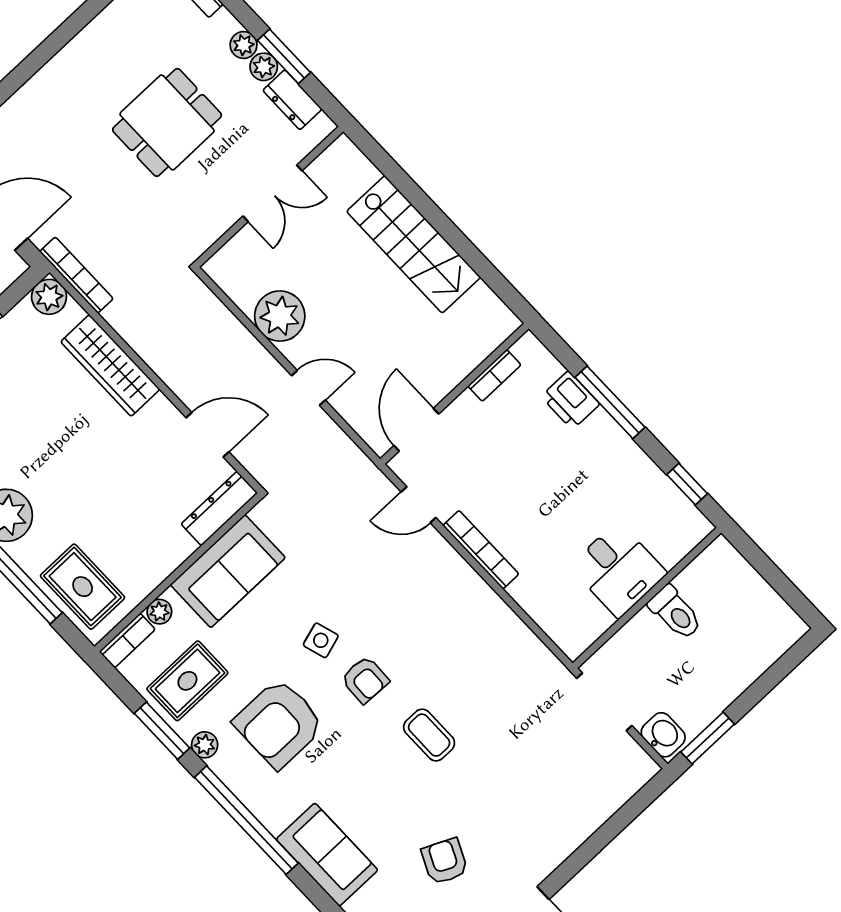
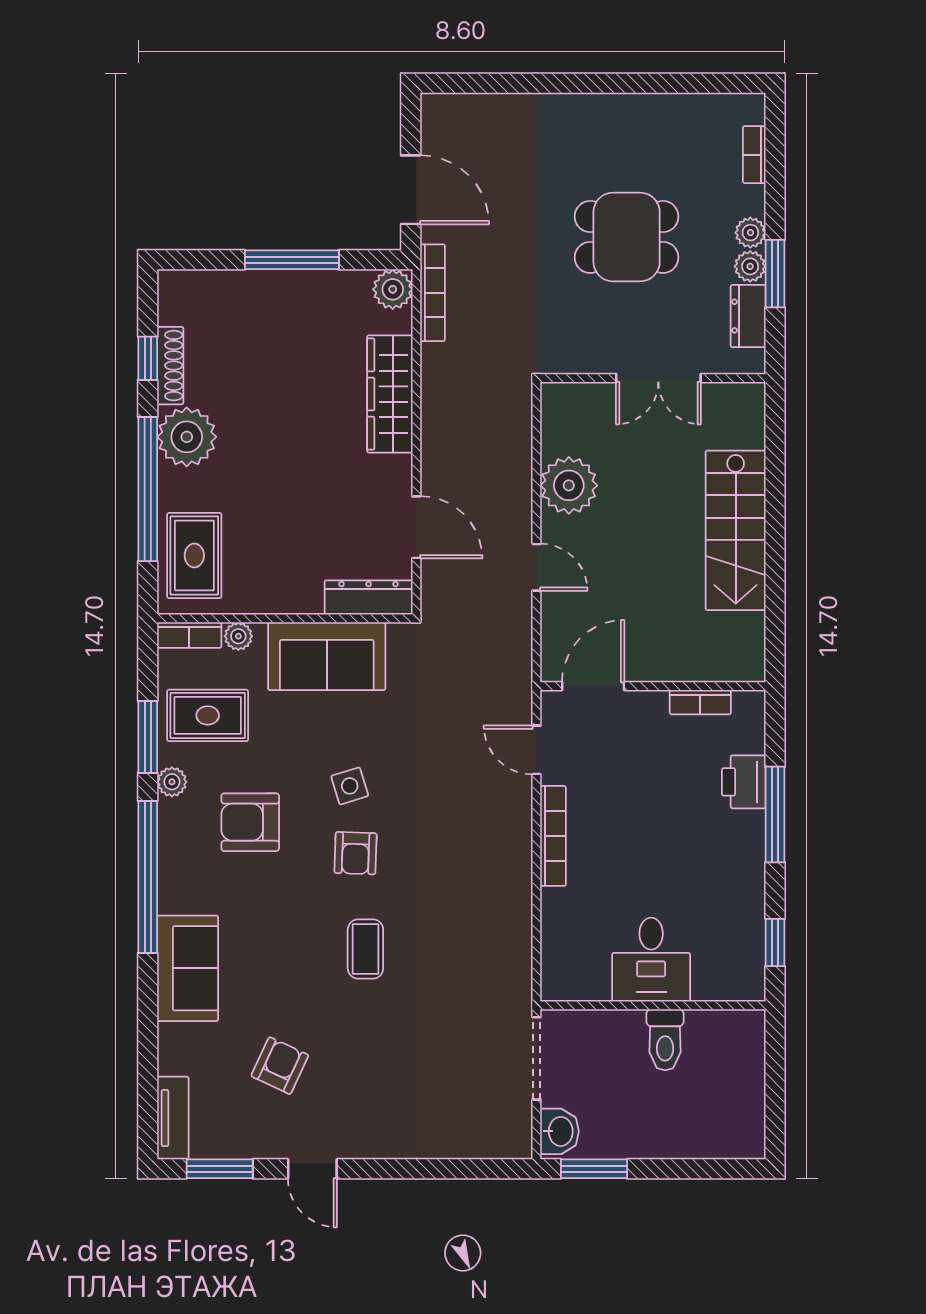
armchair: (279, 723) -> (250, 822), width x0.73, depth x0.73

